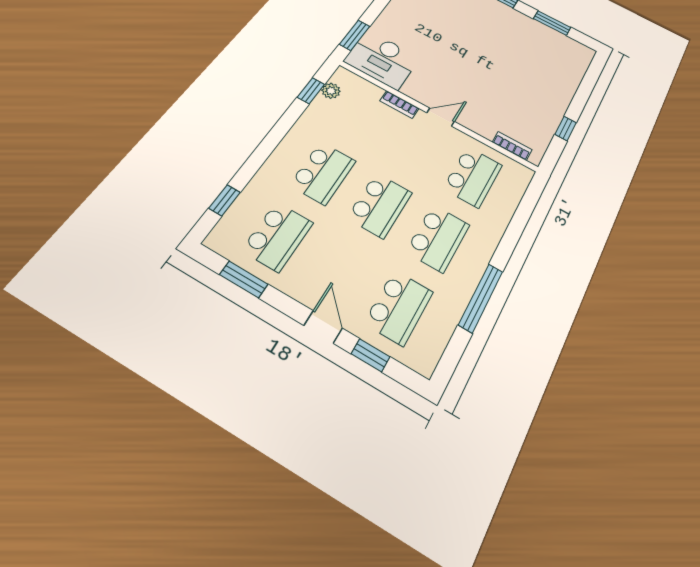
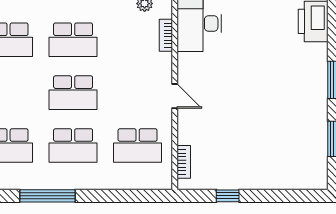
bookcase: (399, 104) -> (166, 35), moved

